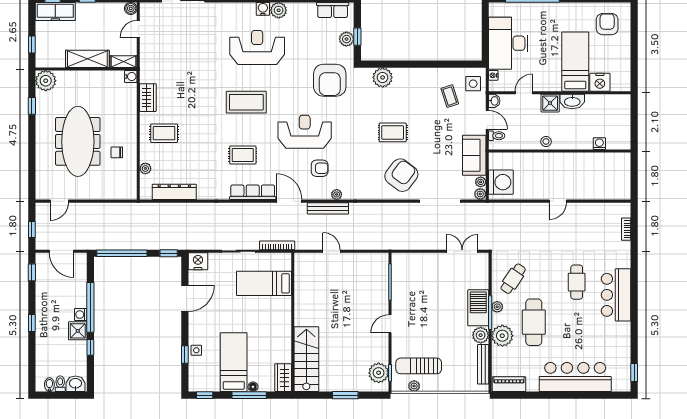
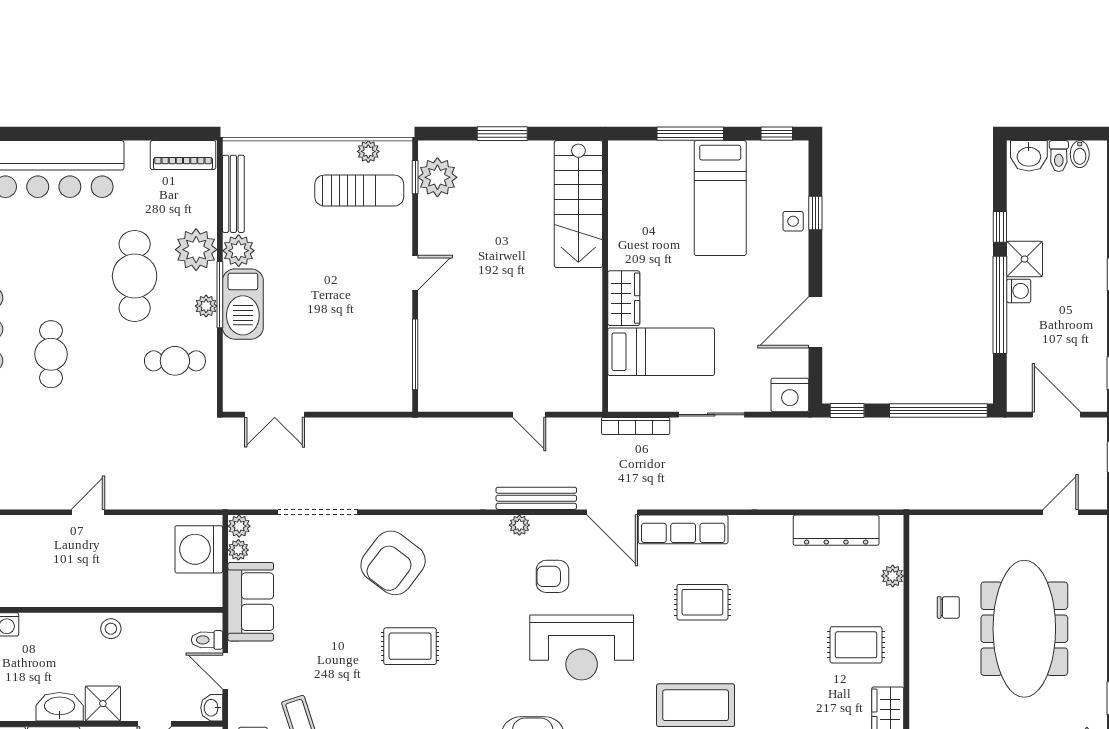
cafe table: (513, 279) -> (175, 361), turned 56
wardrobe: (283, 378) -> (624, 298), moved
floor lamp: (253, 387) -> (683, 150), removed

